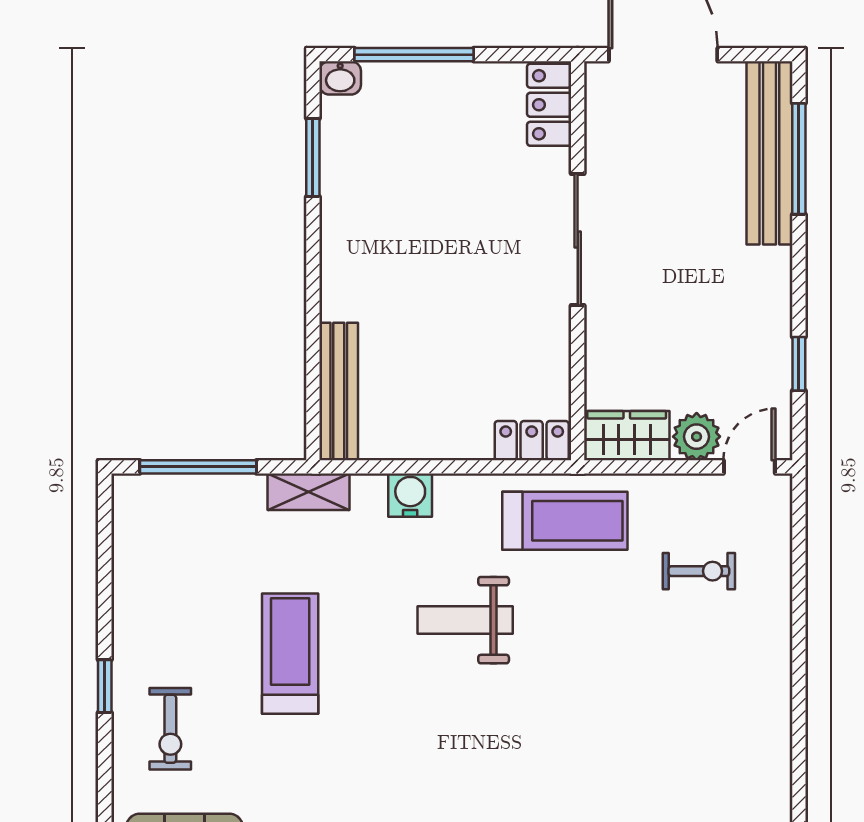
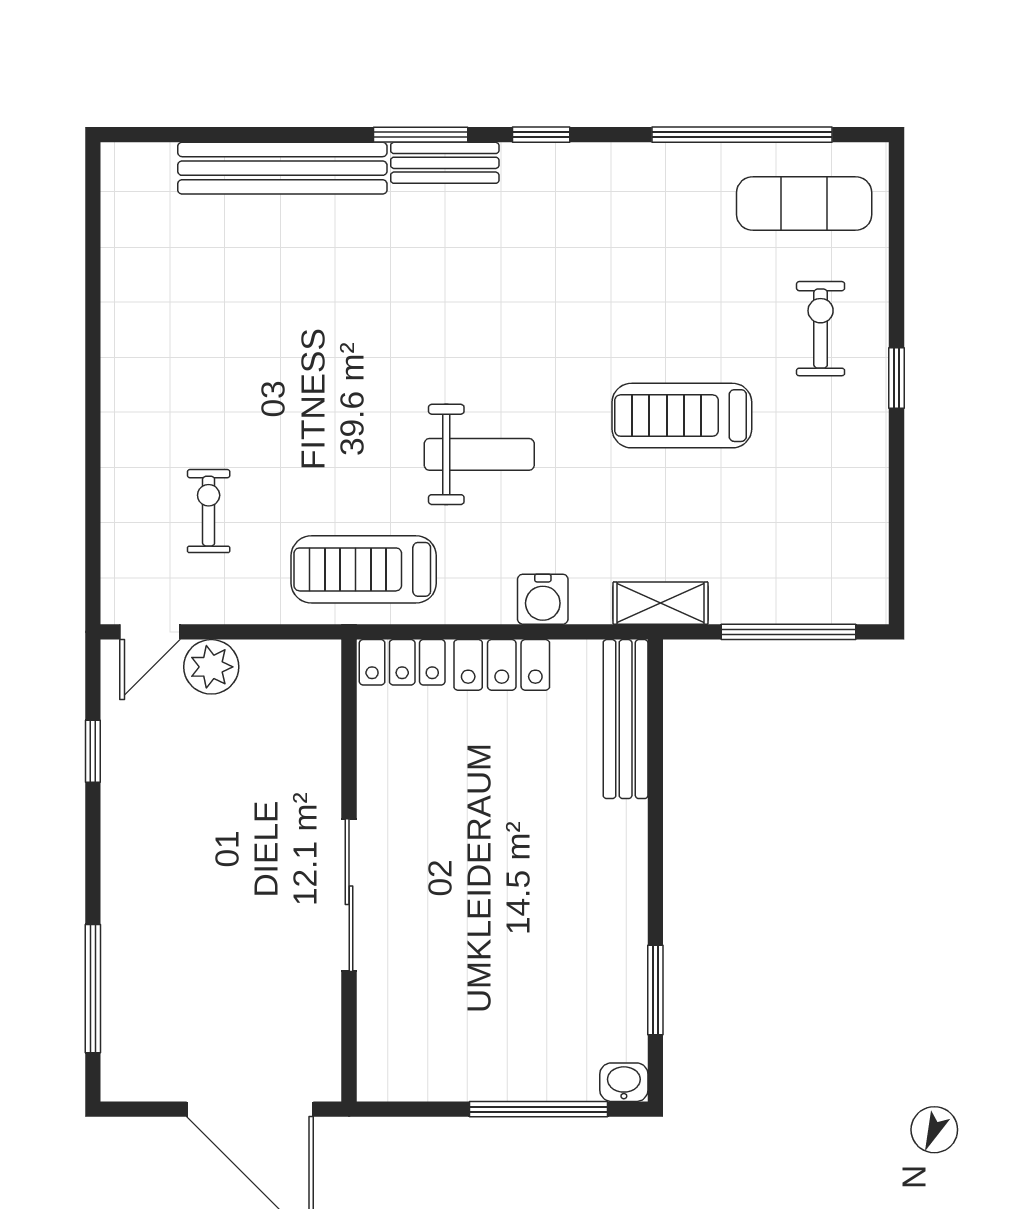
locker: (549, 105) -> (502, 665), moved, turned 90
bench: (769, 153) -> (127, 995), removed
wardrobe: (627, 436) -> (292, 668), removed
exercise bike: (699, 571) -> (209, 511), turned 90
treadmill: (290, 654) -> (682, 416), turned 90

